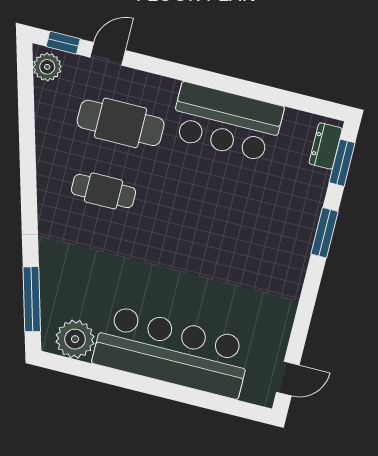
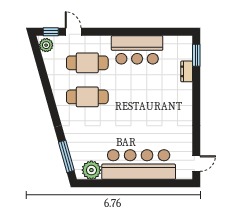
door: (108, 54) -> (73, 32), hinge flipped
dresser: (326, 146) -> (187, 71), moved
cafe table: (103, 191) -> (87, 97), width x1.37, depth x1.35
window: (324, 233) -> (196, 90), removed

